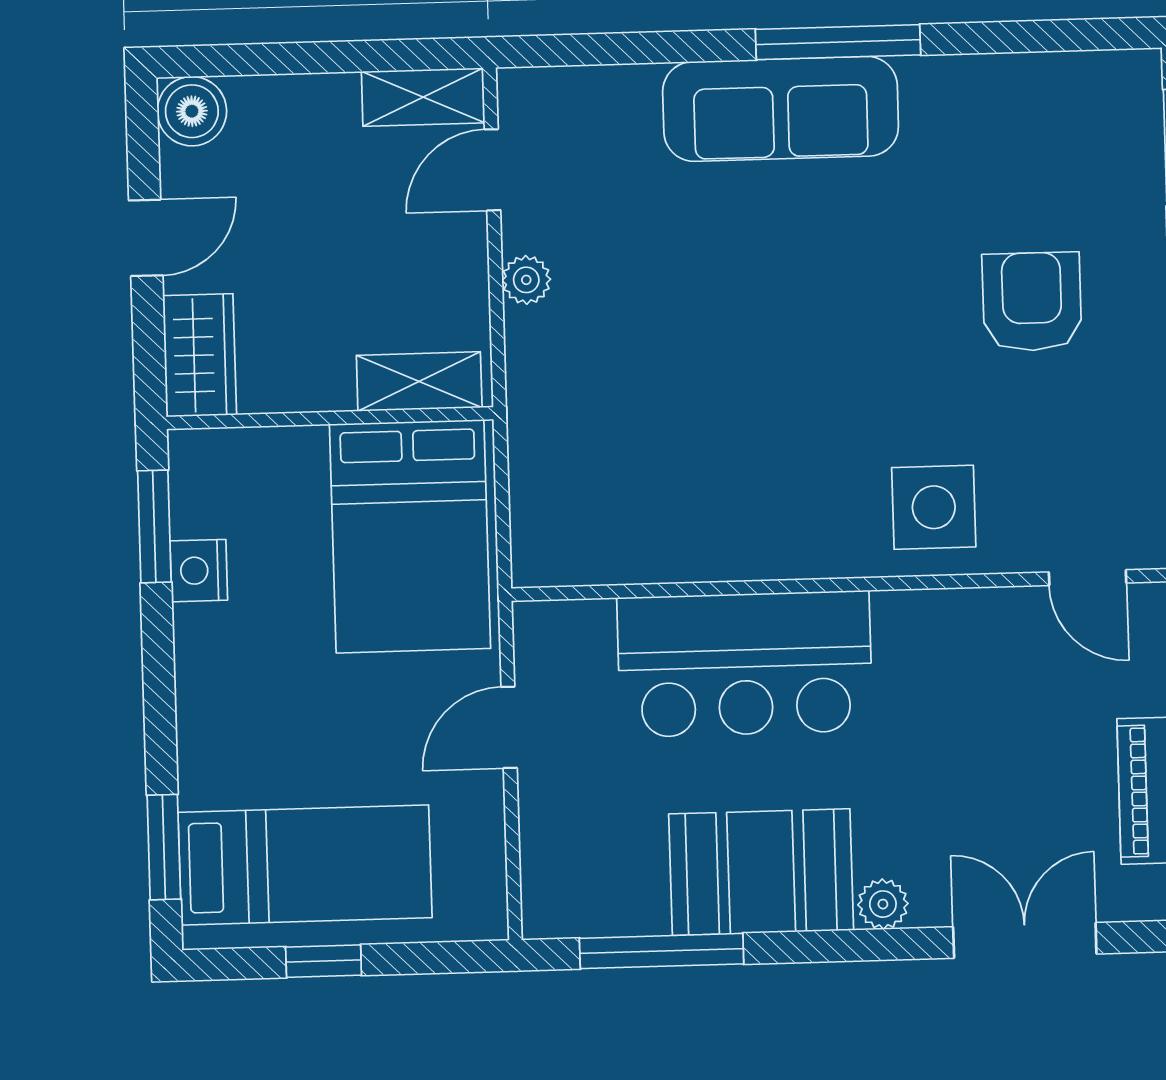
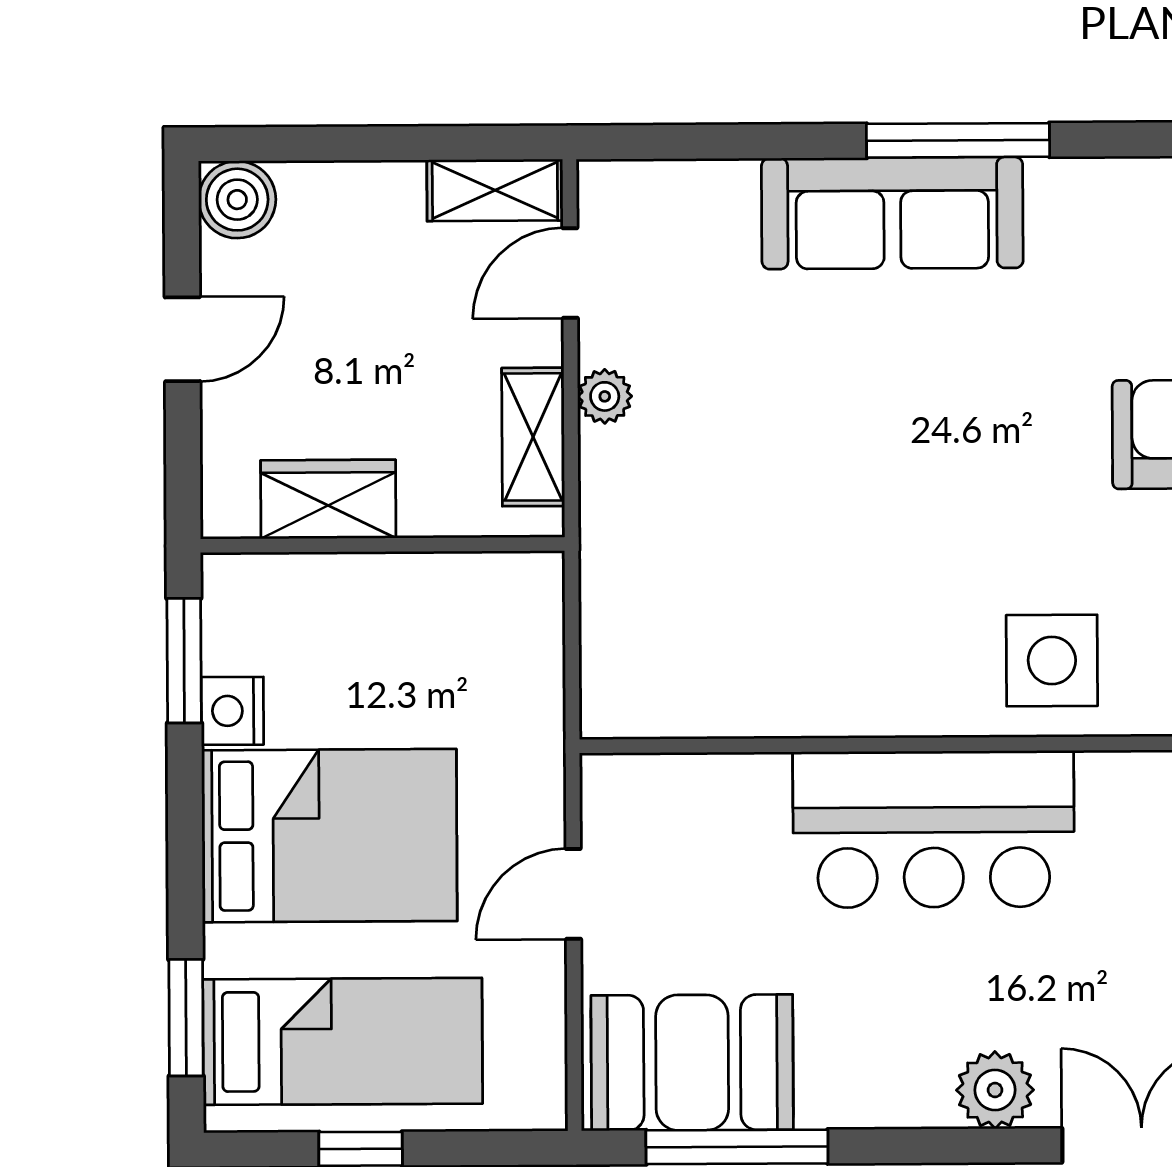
wardrobe: (200, 355) -> (328, 499), moved, turned -90
shelving: (419, 381) -> (533, 437), moved, turned 90
bed: (410, 536) -> (329, 836), moved, turned -90
bar counter: (745, 664) -> (934, 829), moved
booth: (761, 872) -> (692, 1063), moved
plant: (883, 904) -> (995, 1090), width x1.38, depth x1.38

